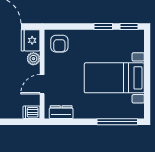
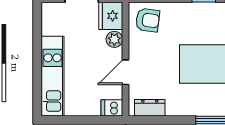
armchair: (59, 44) -> (148, 20), turned -83

